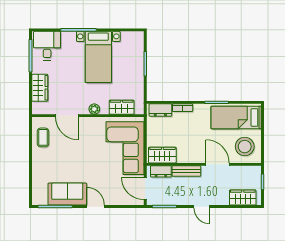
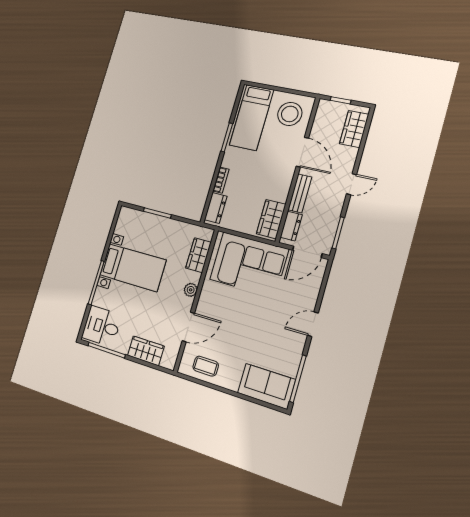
door: (218, 164) -> (302, 152), swing flipped
sofa: (67, 194) -> (266, 386), moved, turned 90

